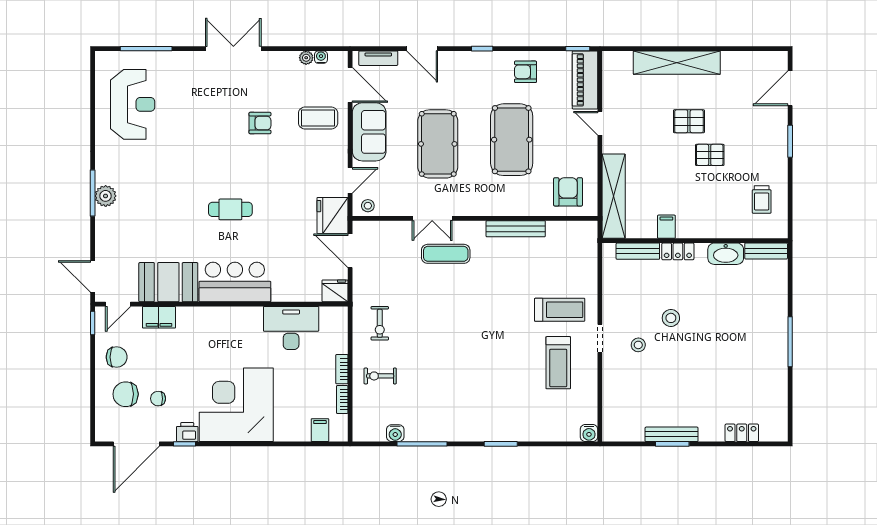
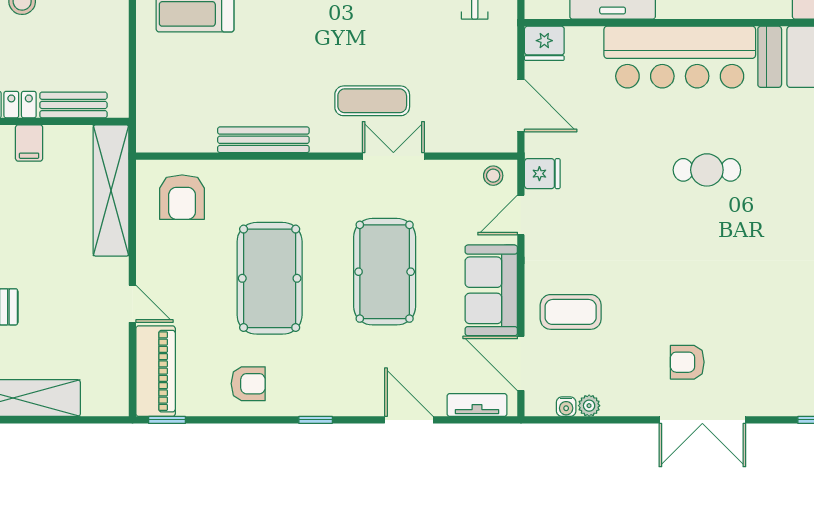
armchair: (260, 123) -> (687, 362), moved
fridge: (332, 216) -> (542, 174), width x0.53, depth x0.75
bar counter: (235, 282) -> (680, 57), width x1.36

